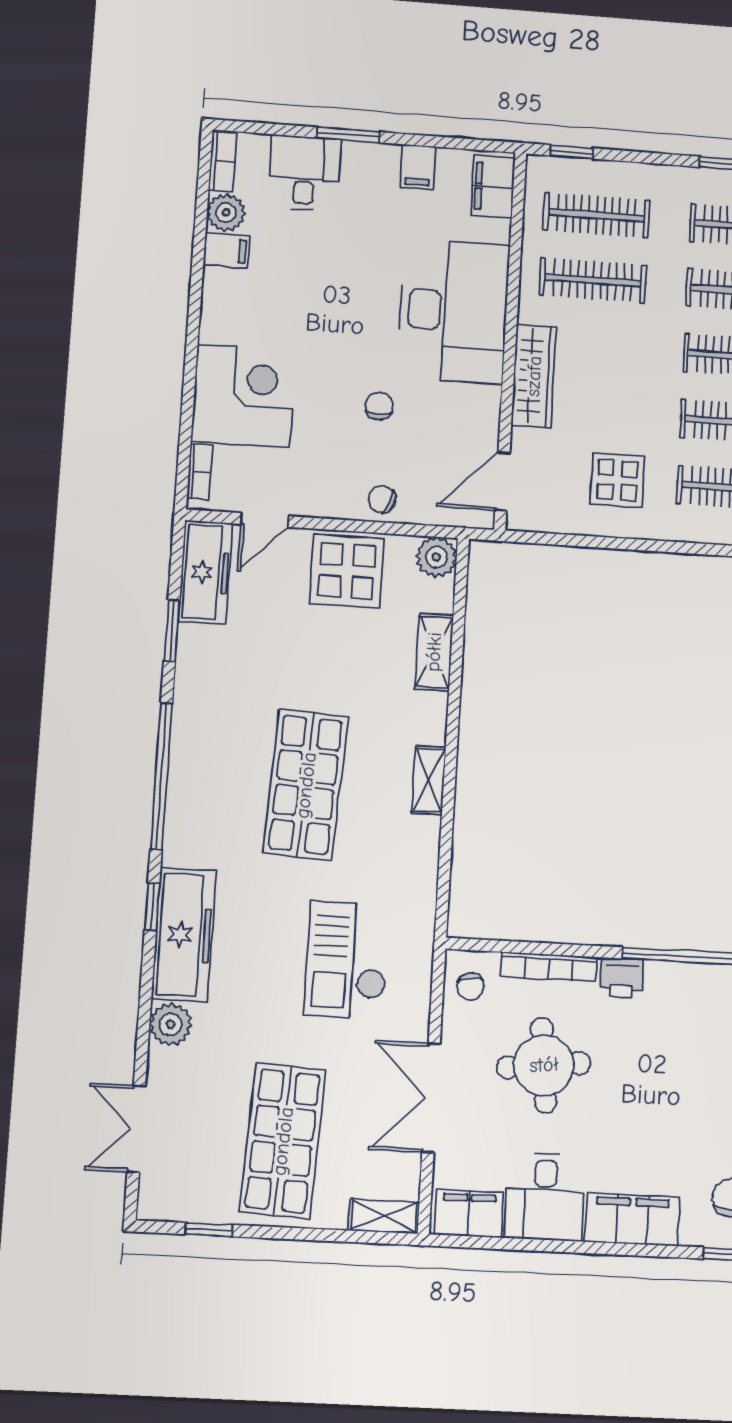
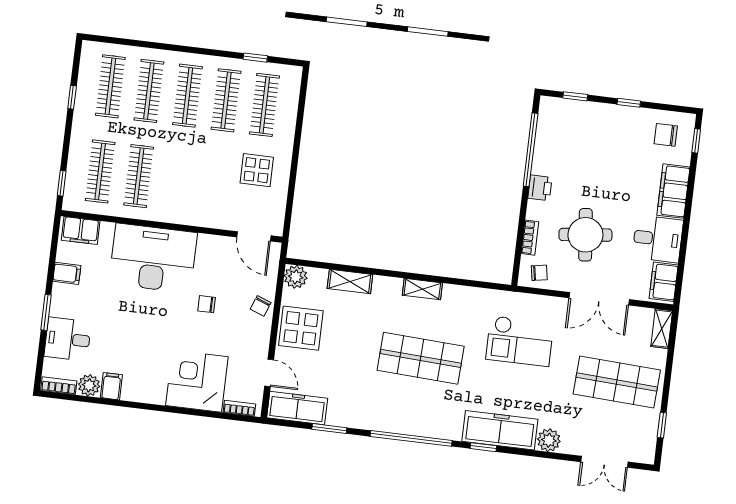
wardrobe: (534, 376) -> (193, 214), removed
bookcase: (549, 967) -> (530, 238), width x0.64

